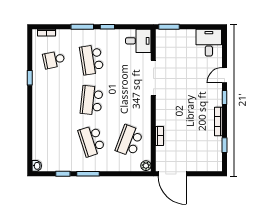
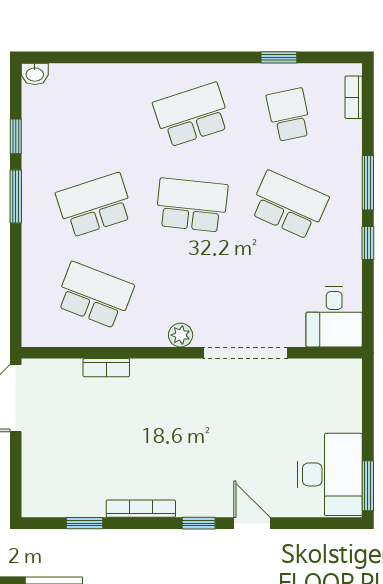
window: (169, 27) -> (368, 486), moved
desk: (209, 43) -> (330, 474), width x1.37
school desk: (92, 60) -> (289, 205), turned 33
window: (30, 78) -> (279, 57), moved
school desk: (54, 100) -> (192, 115), added
plant: (146, 166) -> (181, 335), moved

